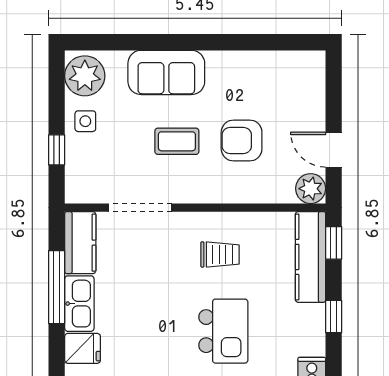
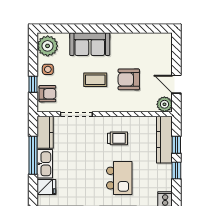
armchair: (85, 168) -> (47, 94), added
window: (334, 243) -> (176, 145), moved

